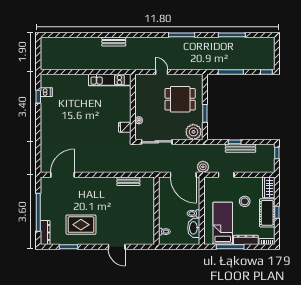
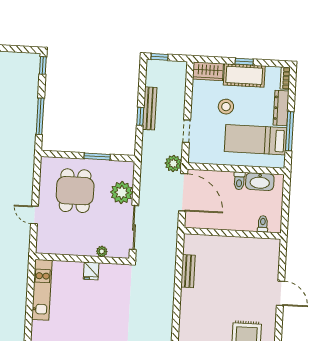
door: (162, 72) -> (35, 215), hinge flipped
fridge: (125, 127) -> (91, 271), moved
plant: (193, 132) -> (122, 193), moved
door: (183, 175) -> (183, 192), hinge flipped
door: (117, 247) -> (281, 293), hinge flipped

